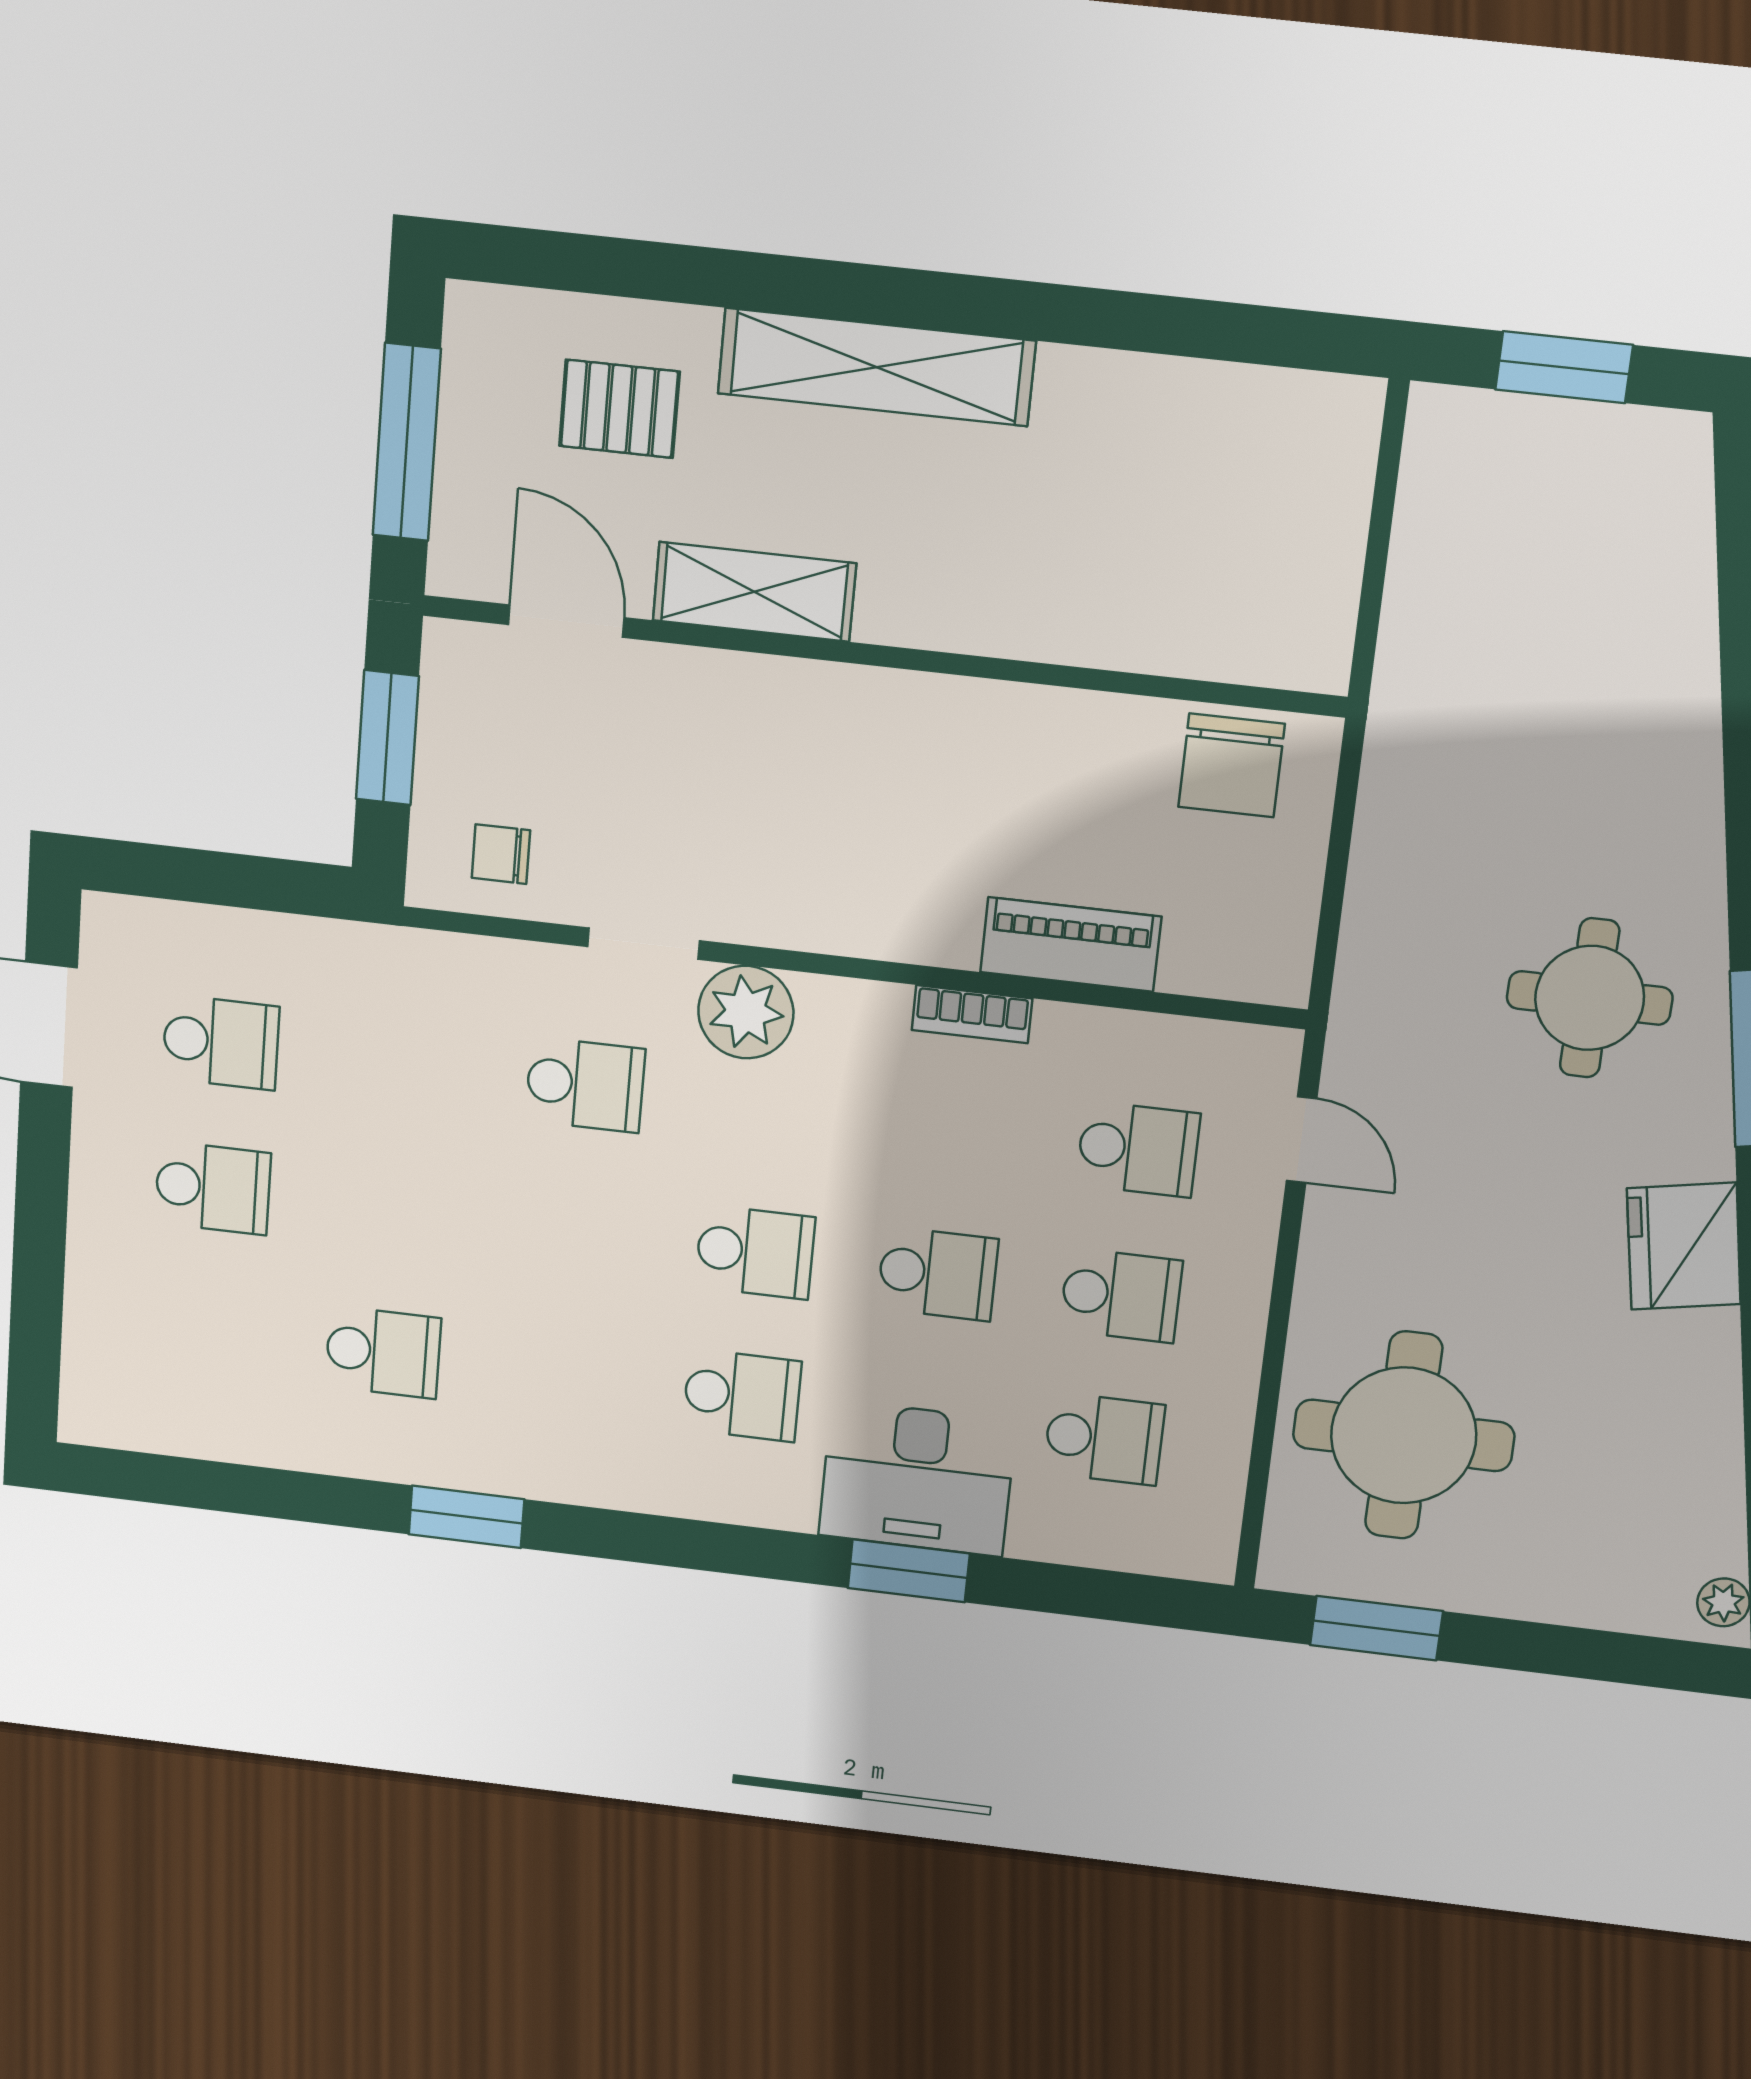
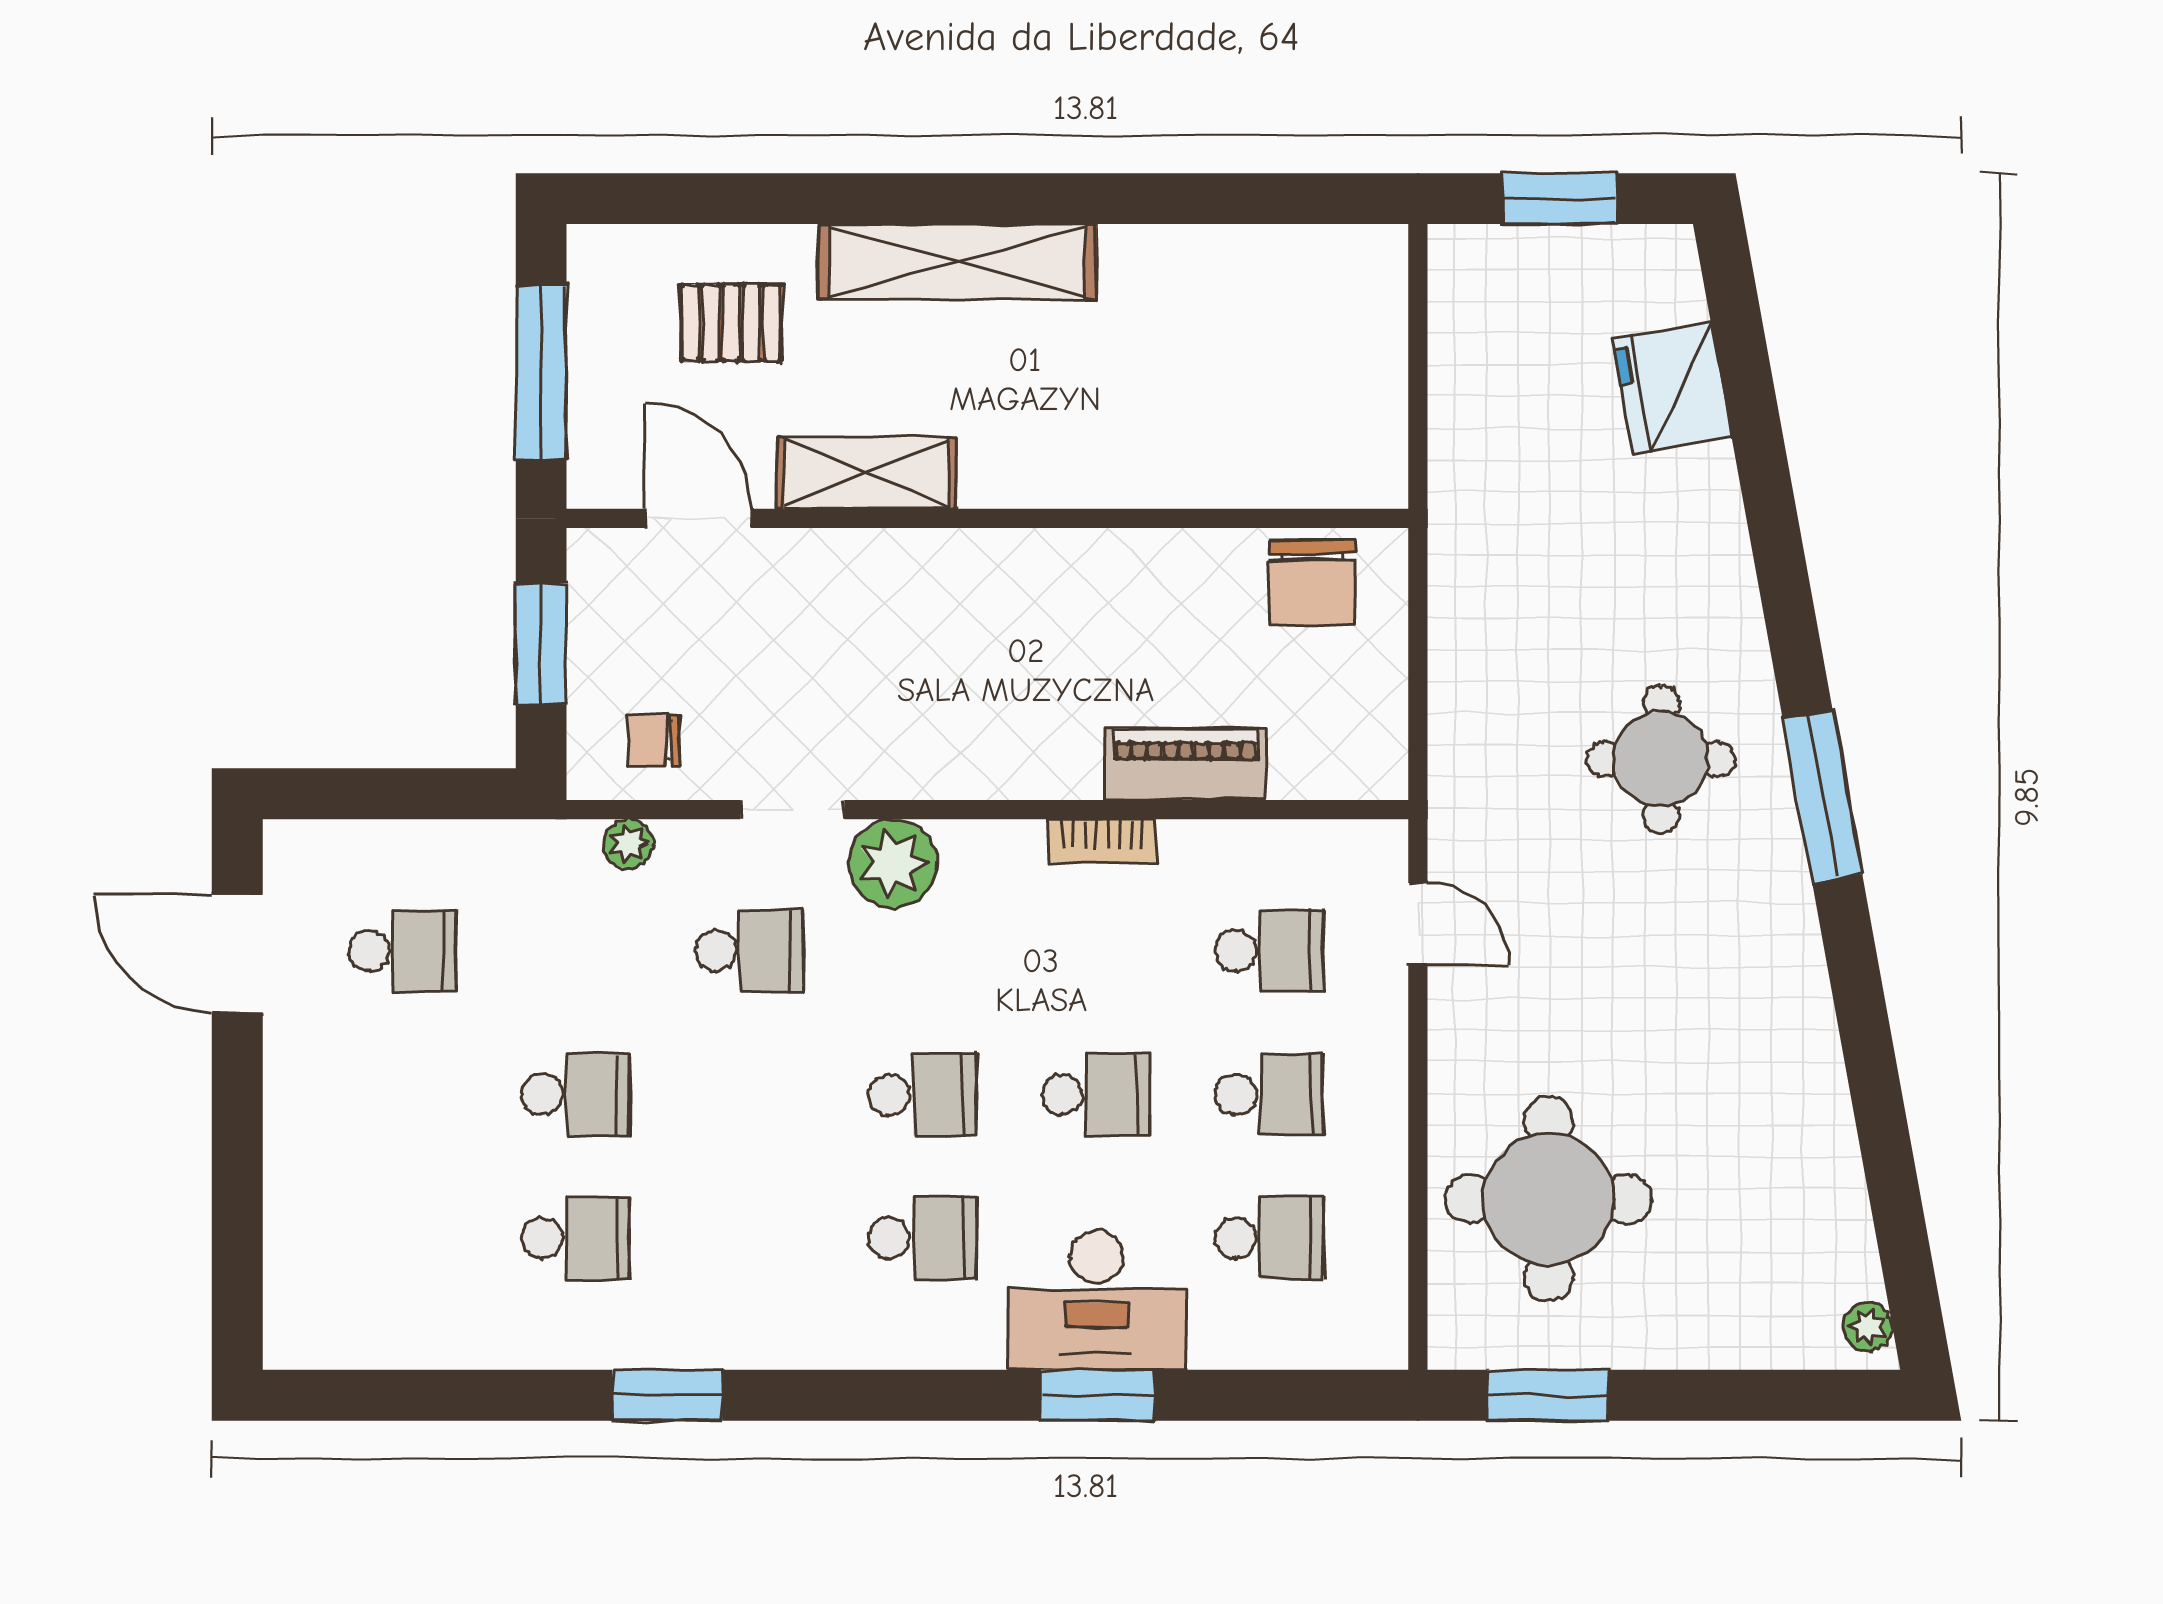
plant: (466, 959) -> (628, 844), added
school desk: (213, 1188) -> (575, 1094), moved
fridge: (1684, 1246) -> (1672, 388), moved

